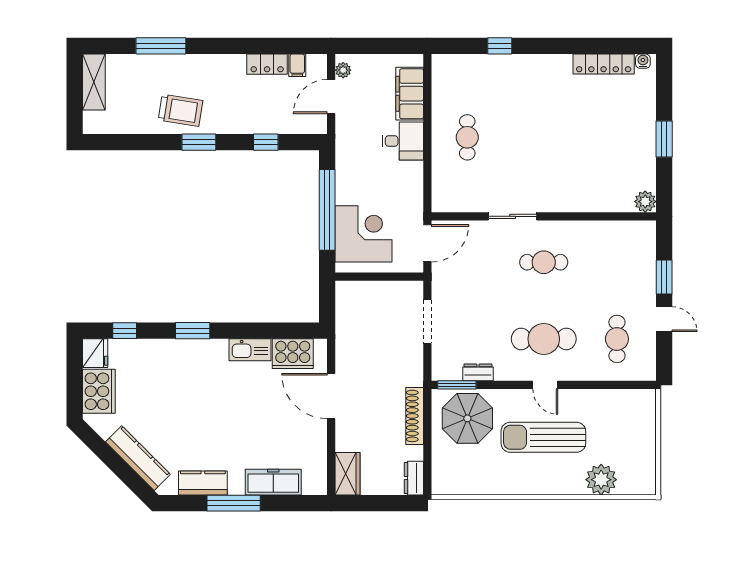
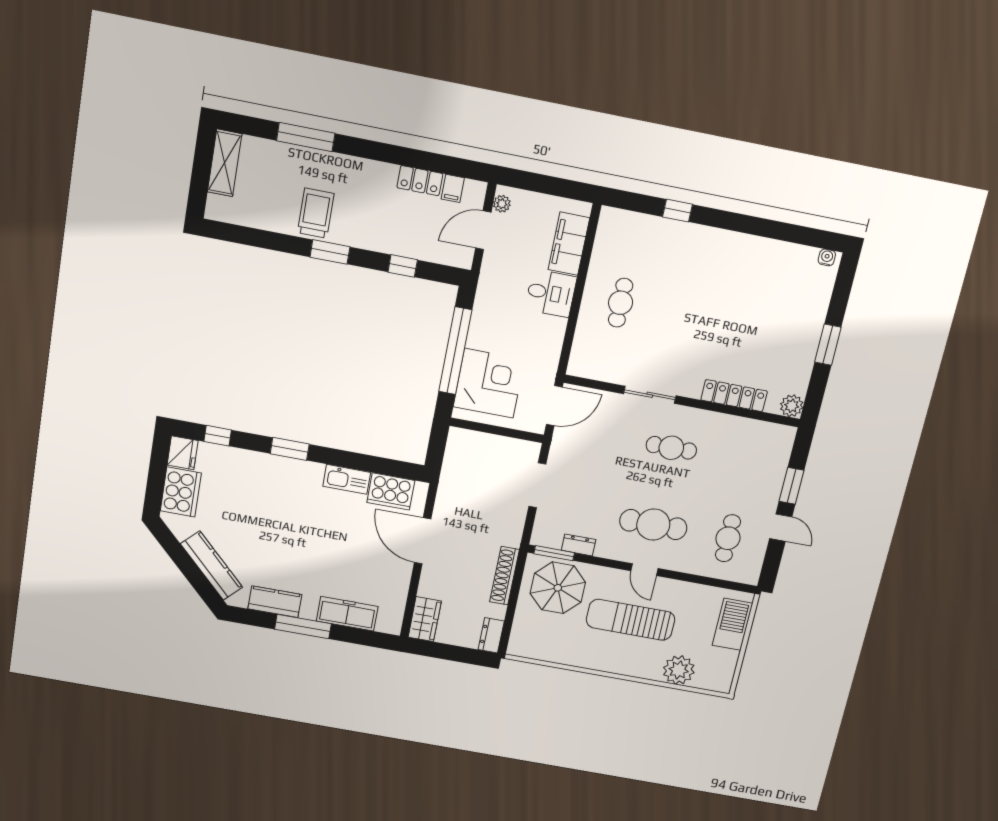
locker: (604, 64) -> (734, 396), moved, turned 180
trolley: (181, 110) -> (316, 213), turned -99
barbecue: (642, 423) -> (732, 624), added

